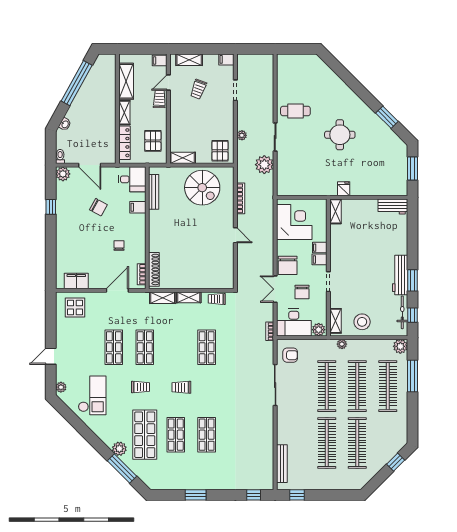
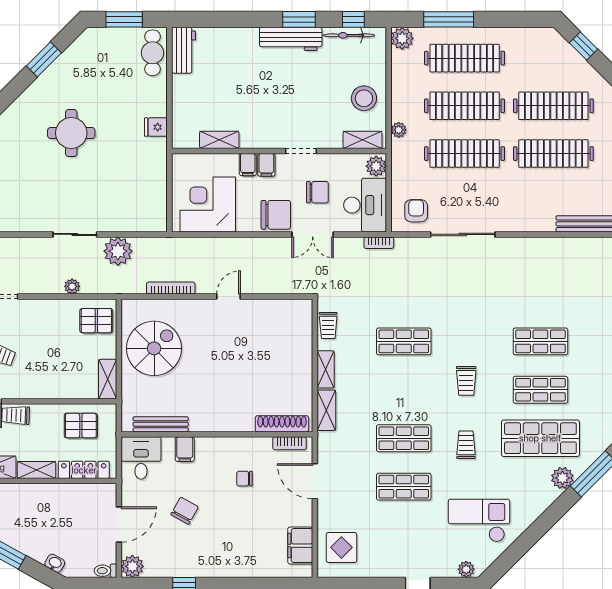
cafe table: (295, 111) -> (152, 53), moved
shelving: (335, 211) -> (219, 140), moved

